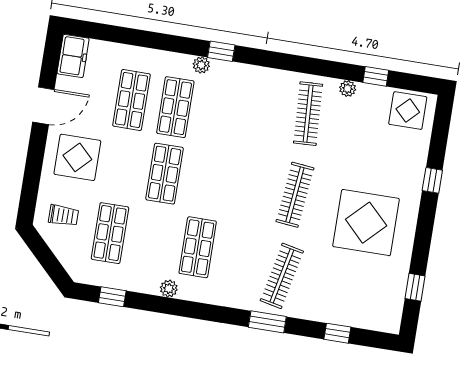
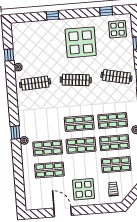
freezer: (73, 56) -> (35, 203), removed
display table: (408, 111) -> (118, 29), moved
shop shelf: (208, 181) -> (79, 123), added
shop shelf: (154, 240) -> (114, 143), added

